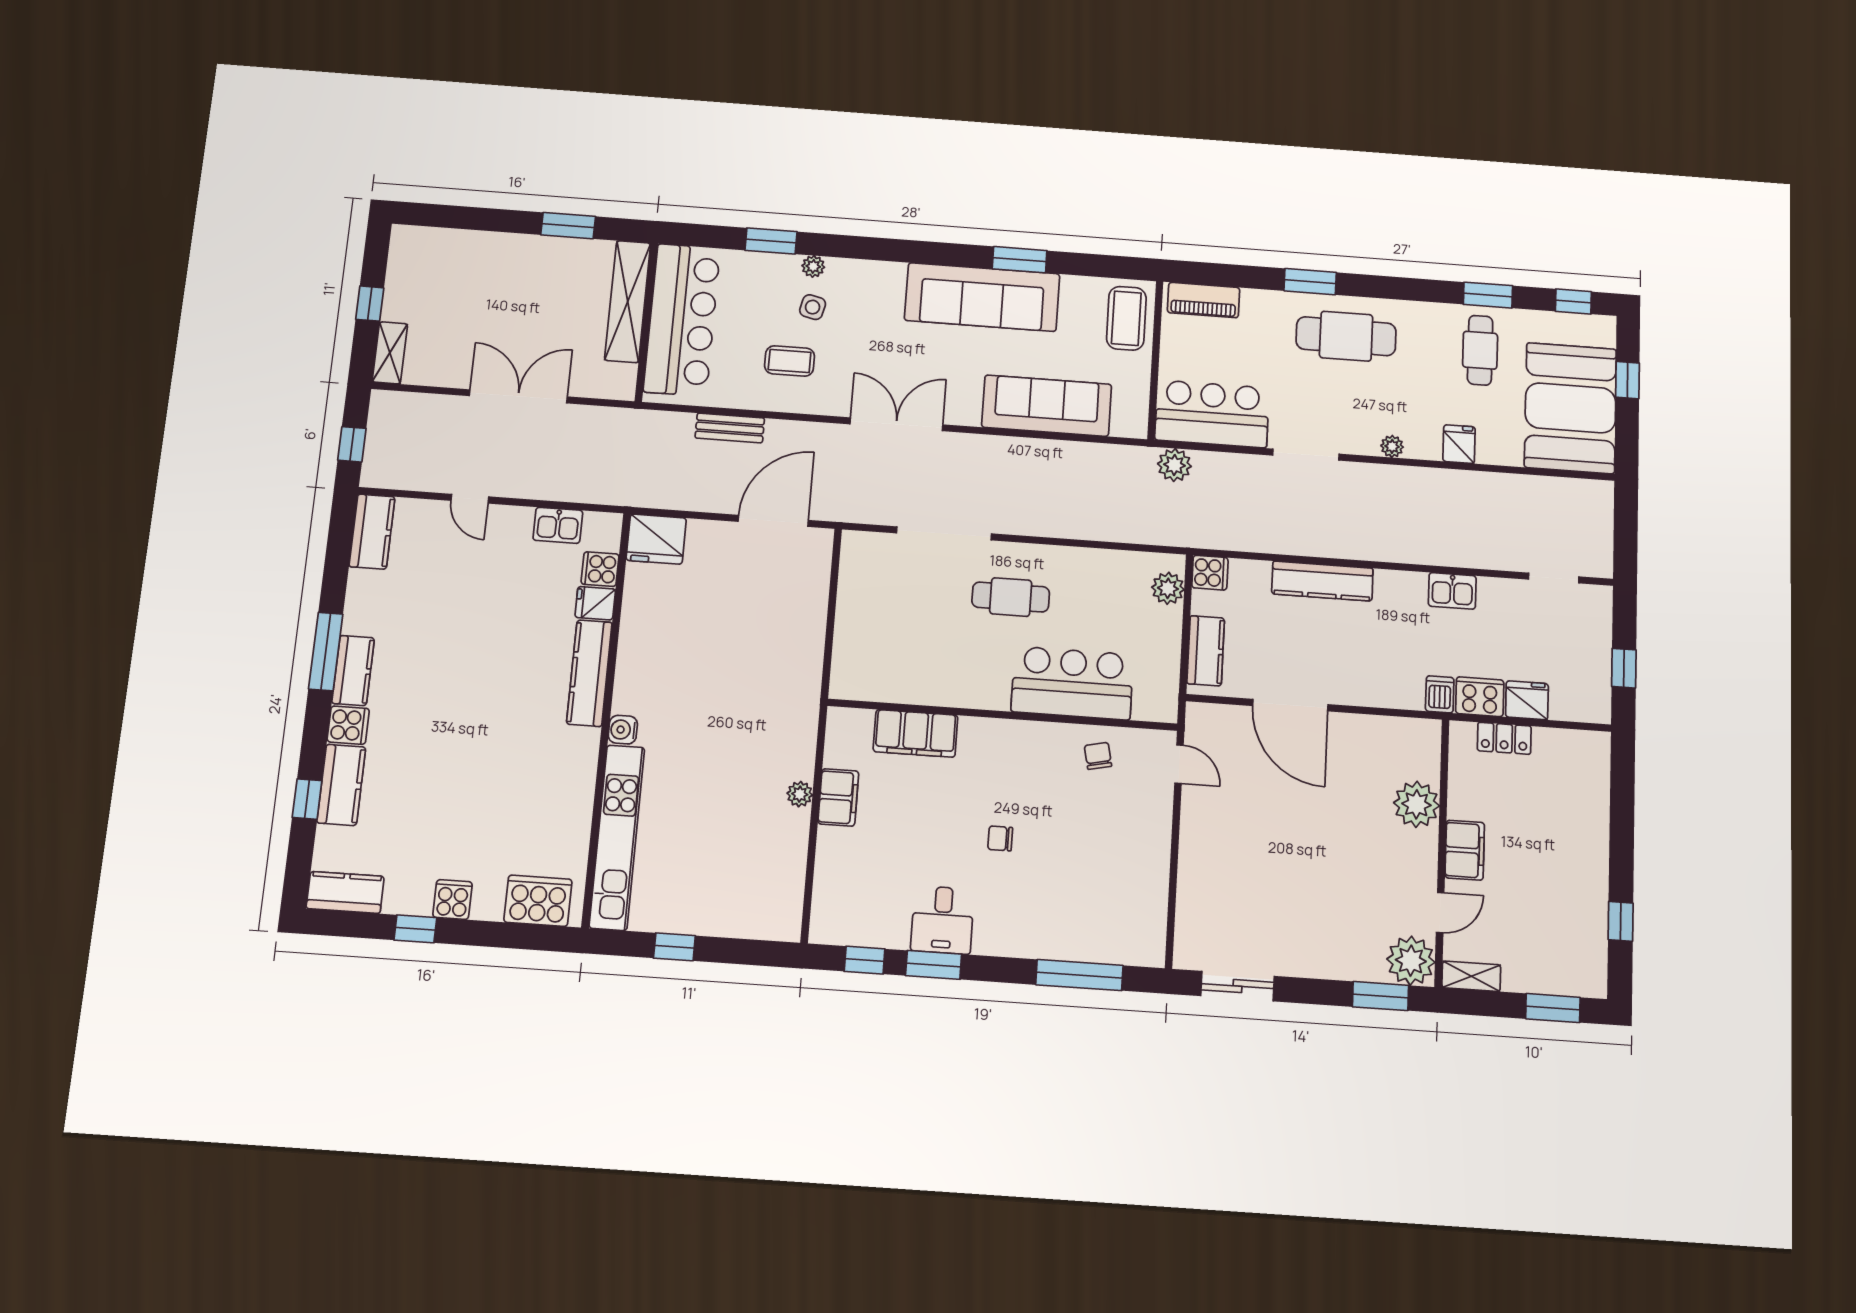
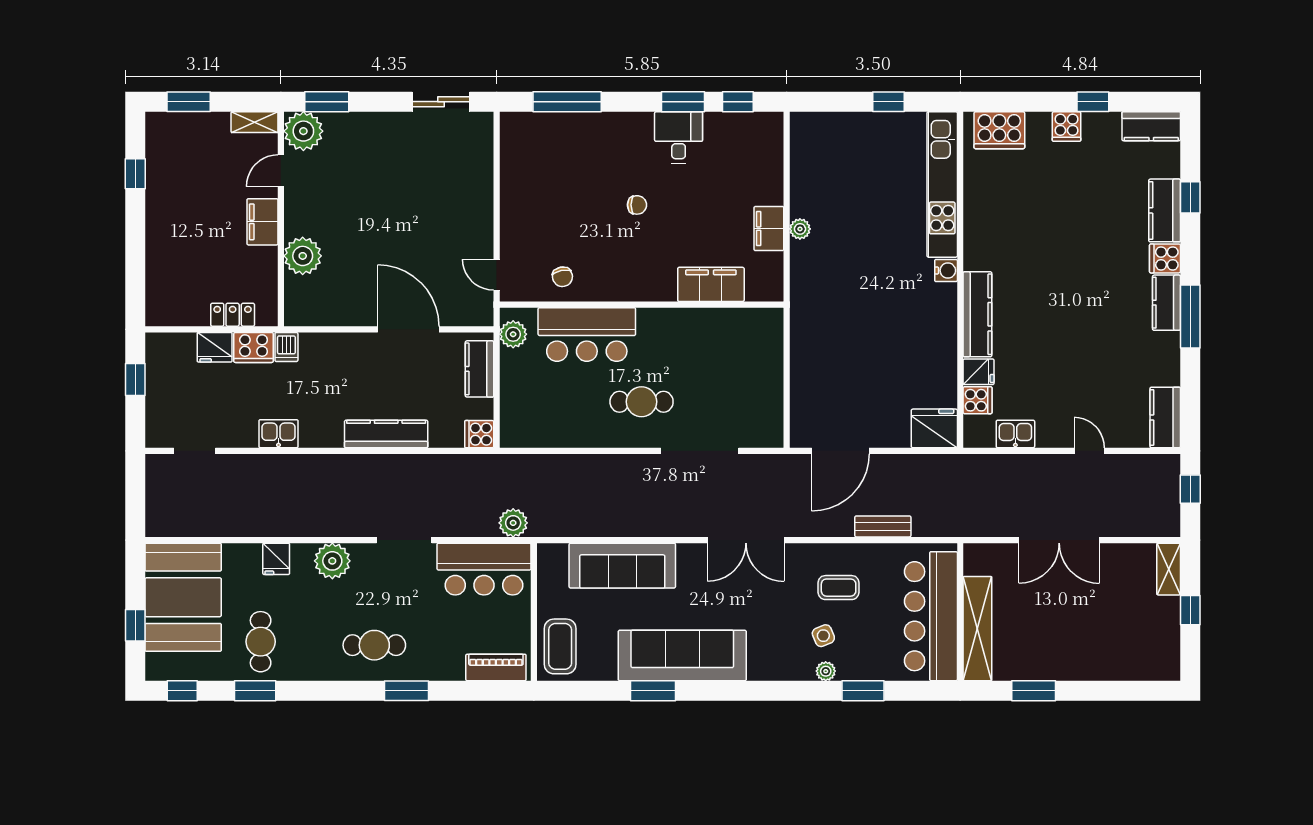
side table: (813, 307) -> (823, 636), turned -35
cafe table: (1346, 336) -> (374, 645), width x0.73, depth x0.74
plant: (1392, 446) -> (332, 561), width x1.88, depth x1.88
plant: (1168, 588) -> (513, 334), moved

